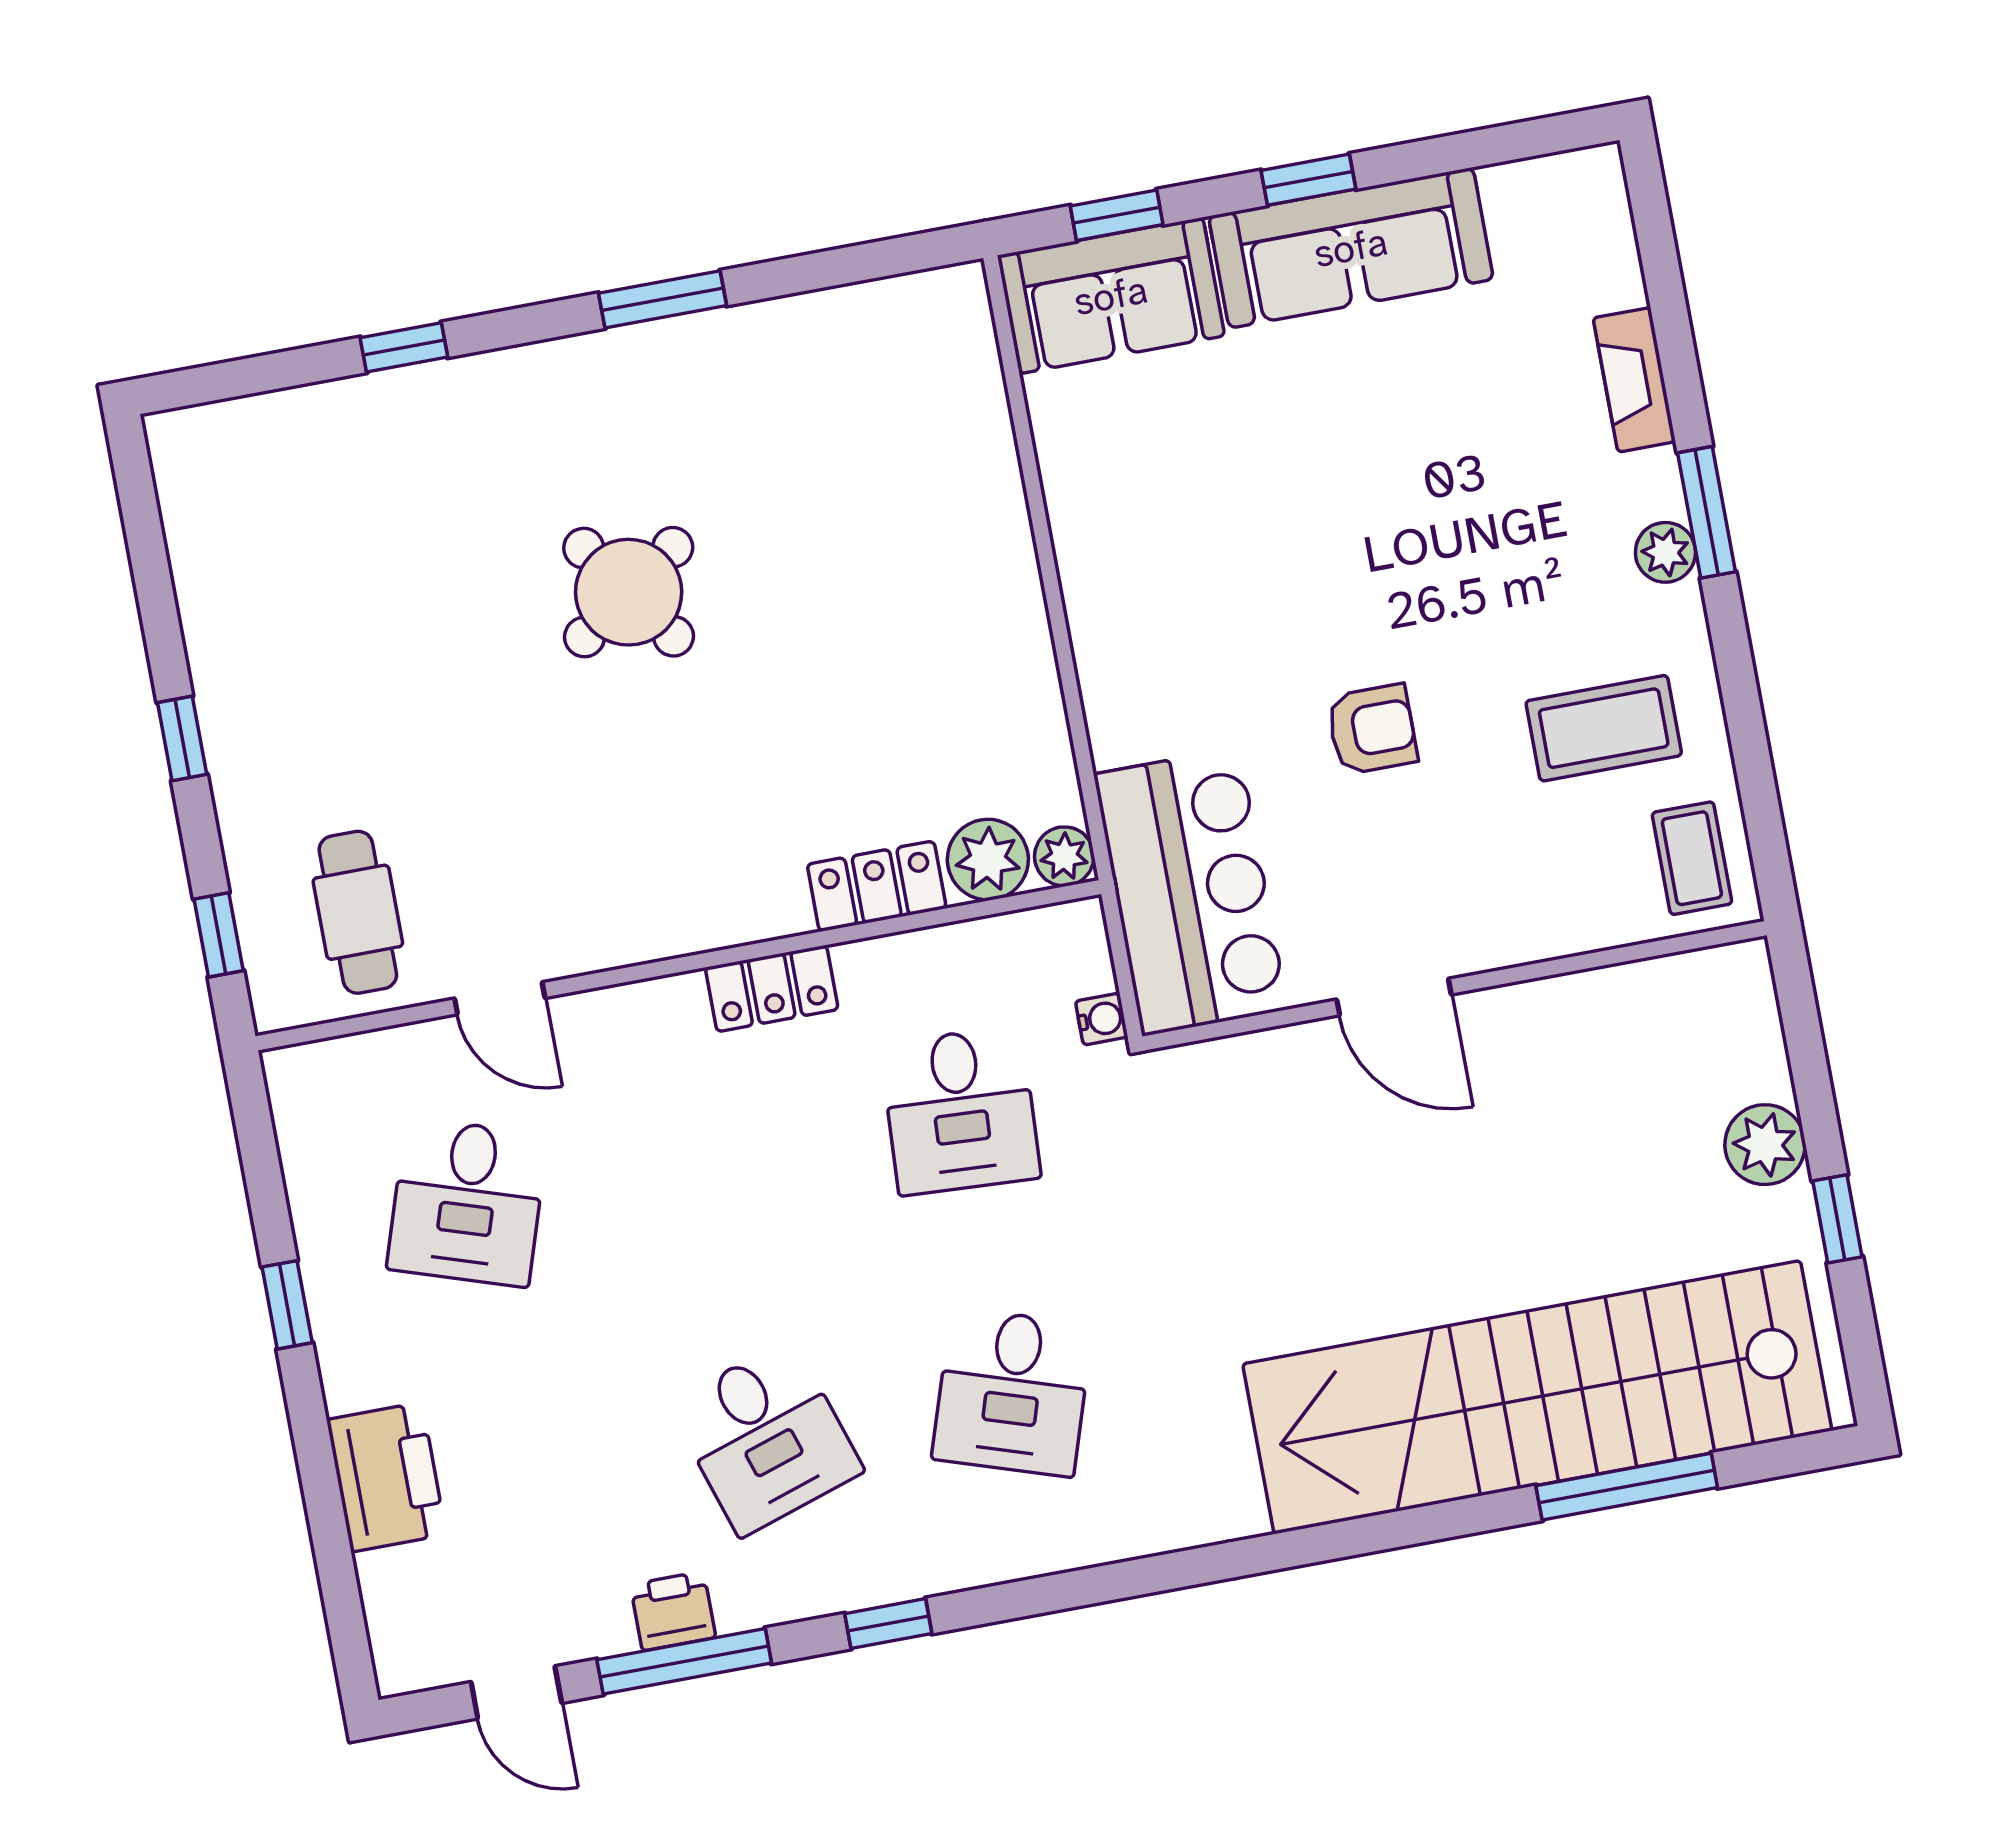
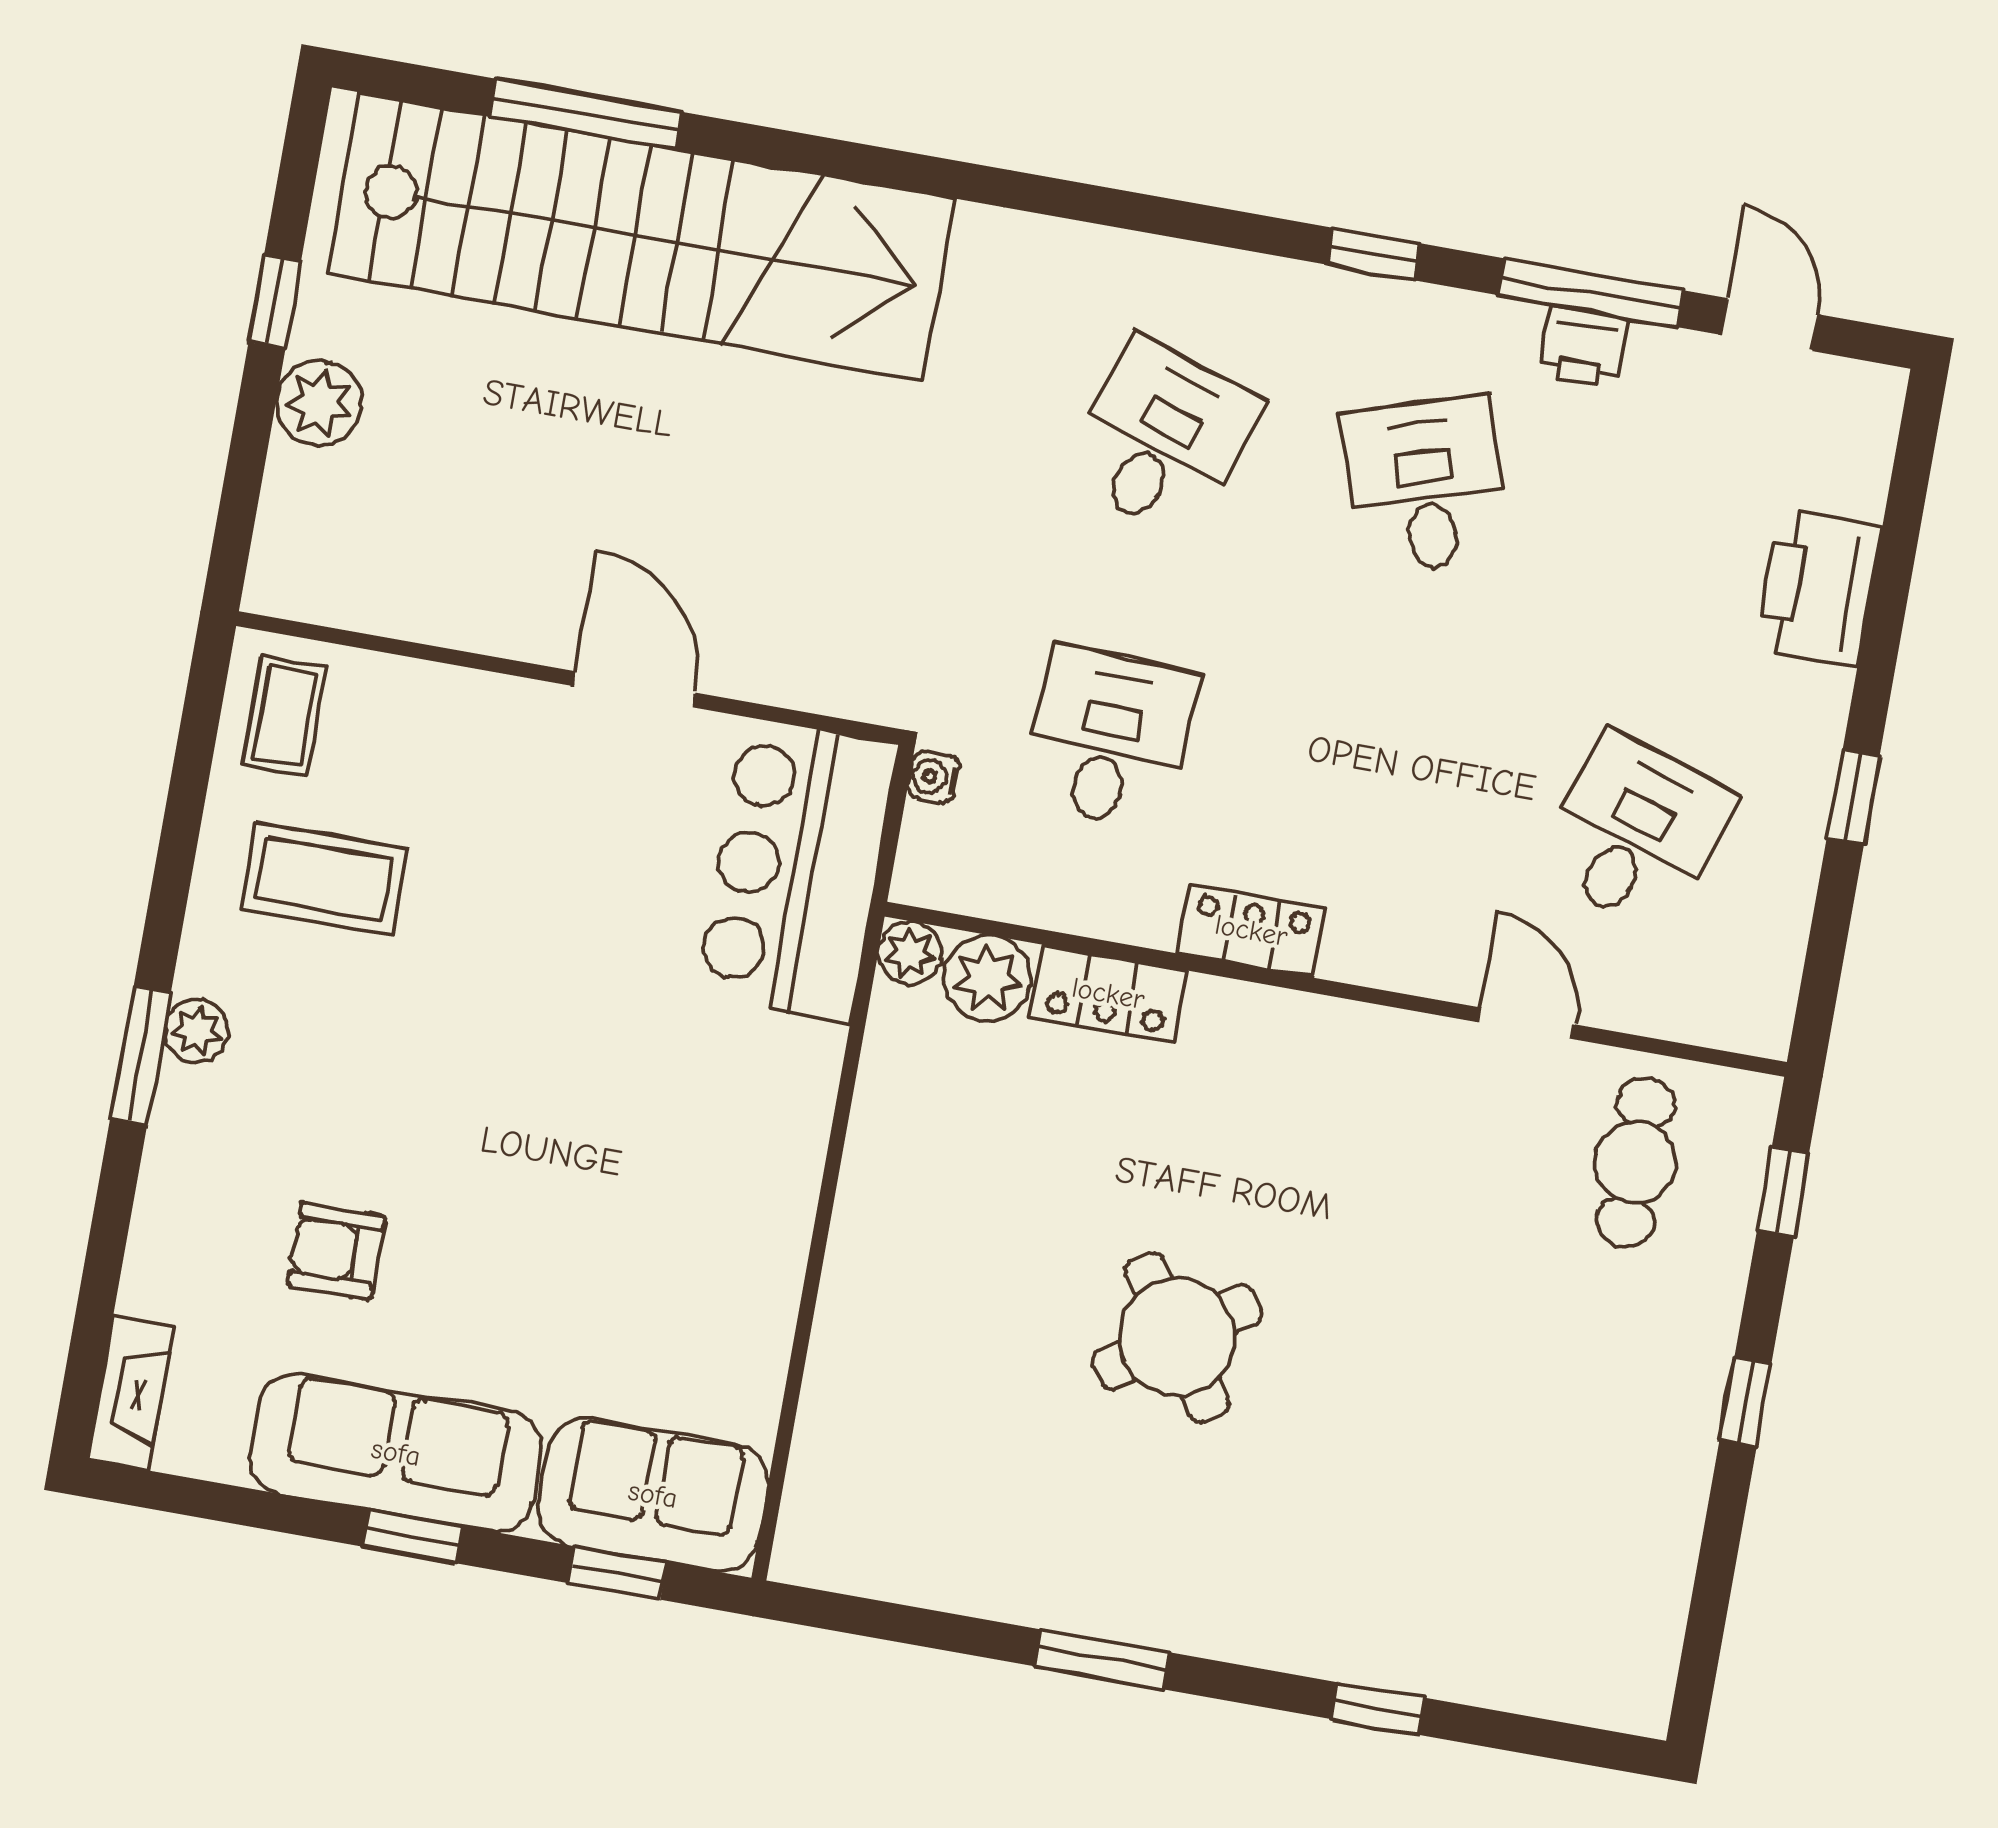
fireplace: (1634, 380) -> (131, 1393), moved
round table: (629, 592) -> (1177, 1337), moved
armchair: (1372, 729) -> (336, 1251), moved

